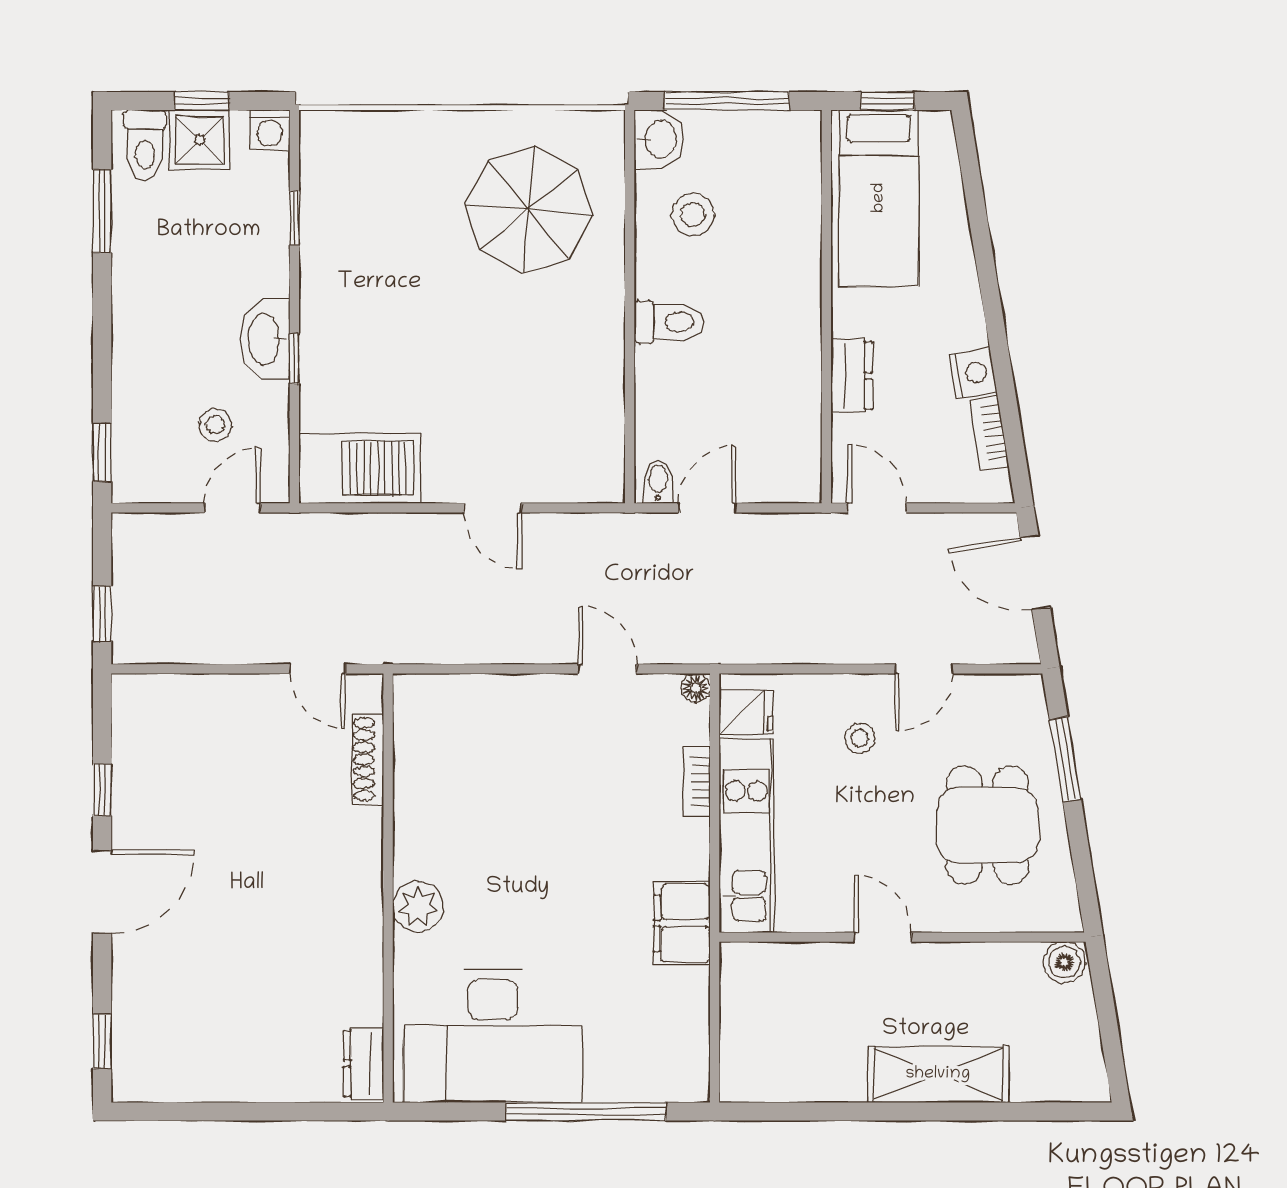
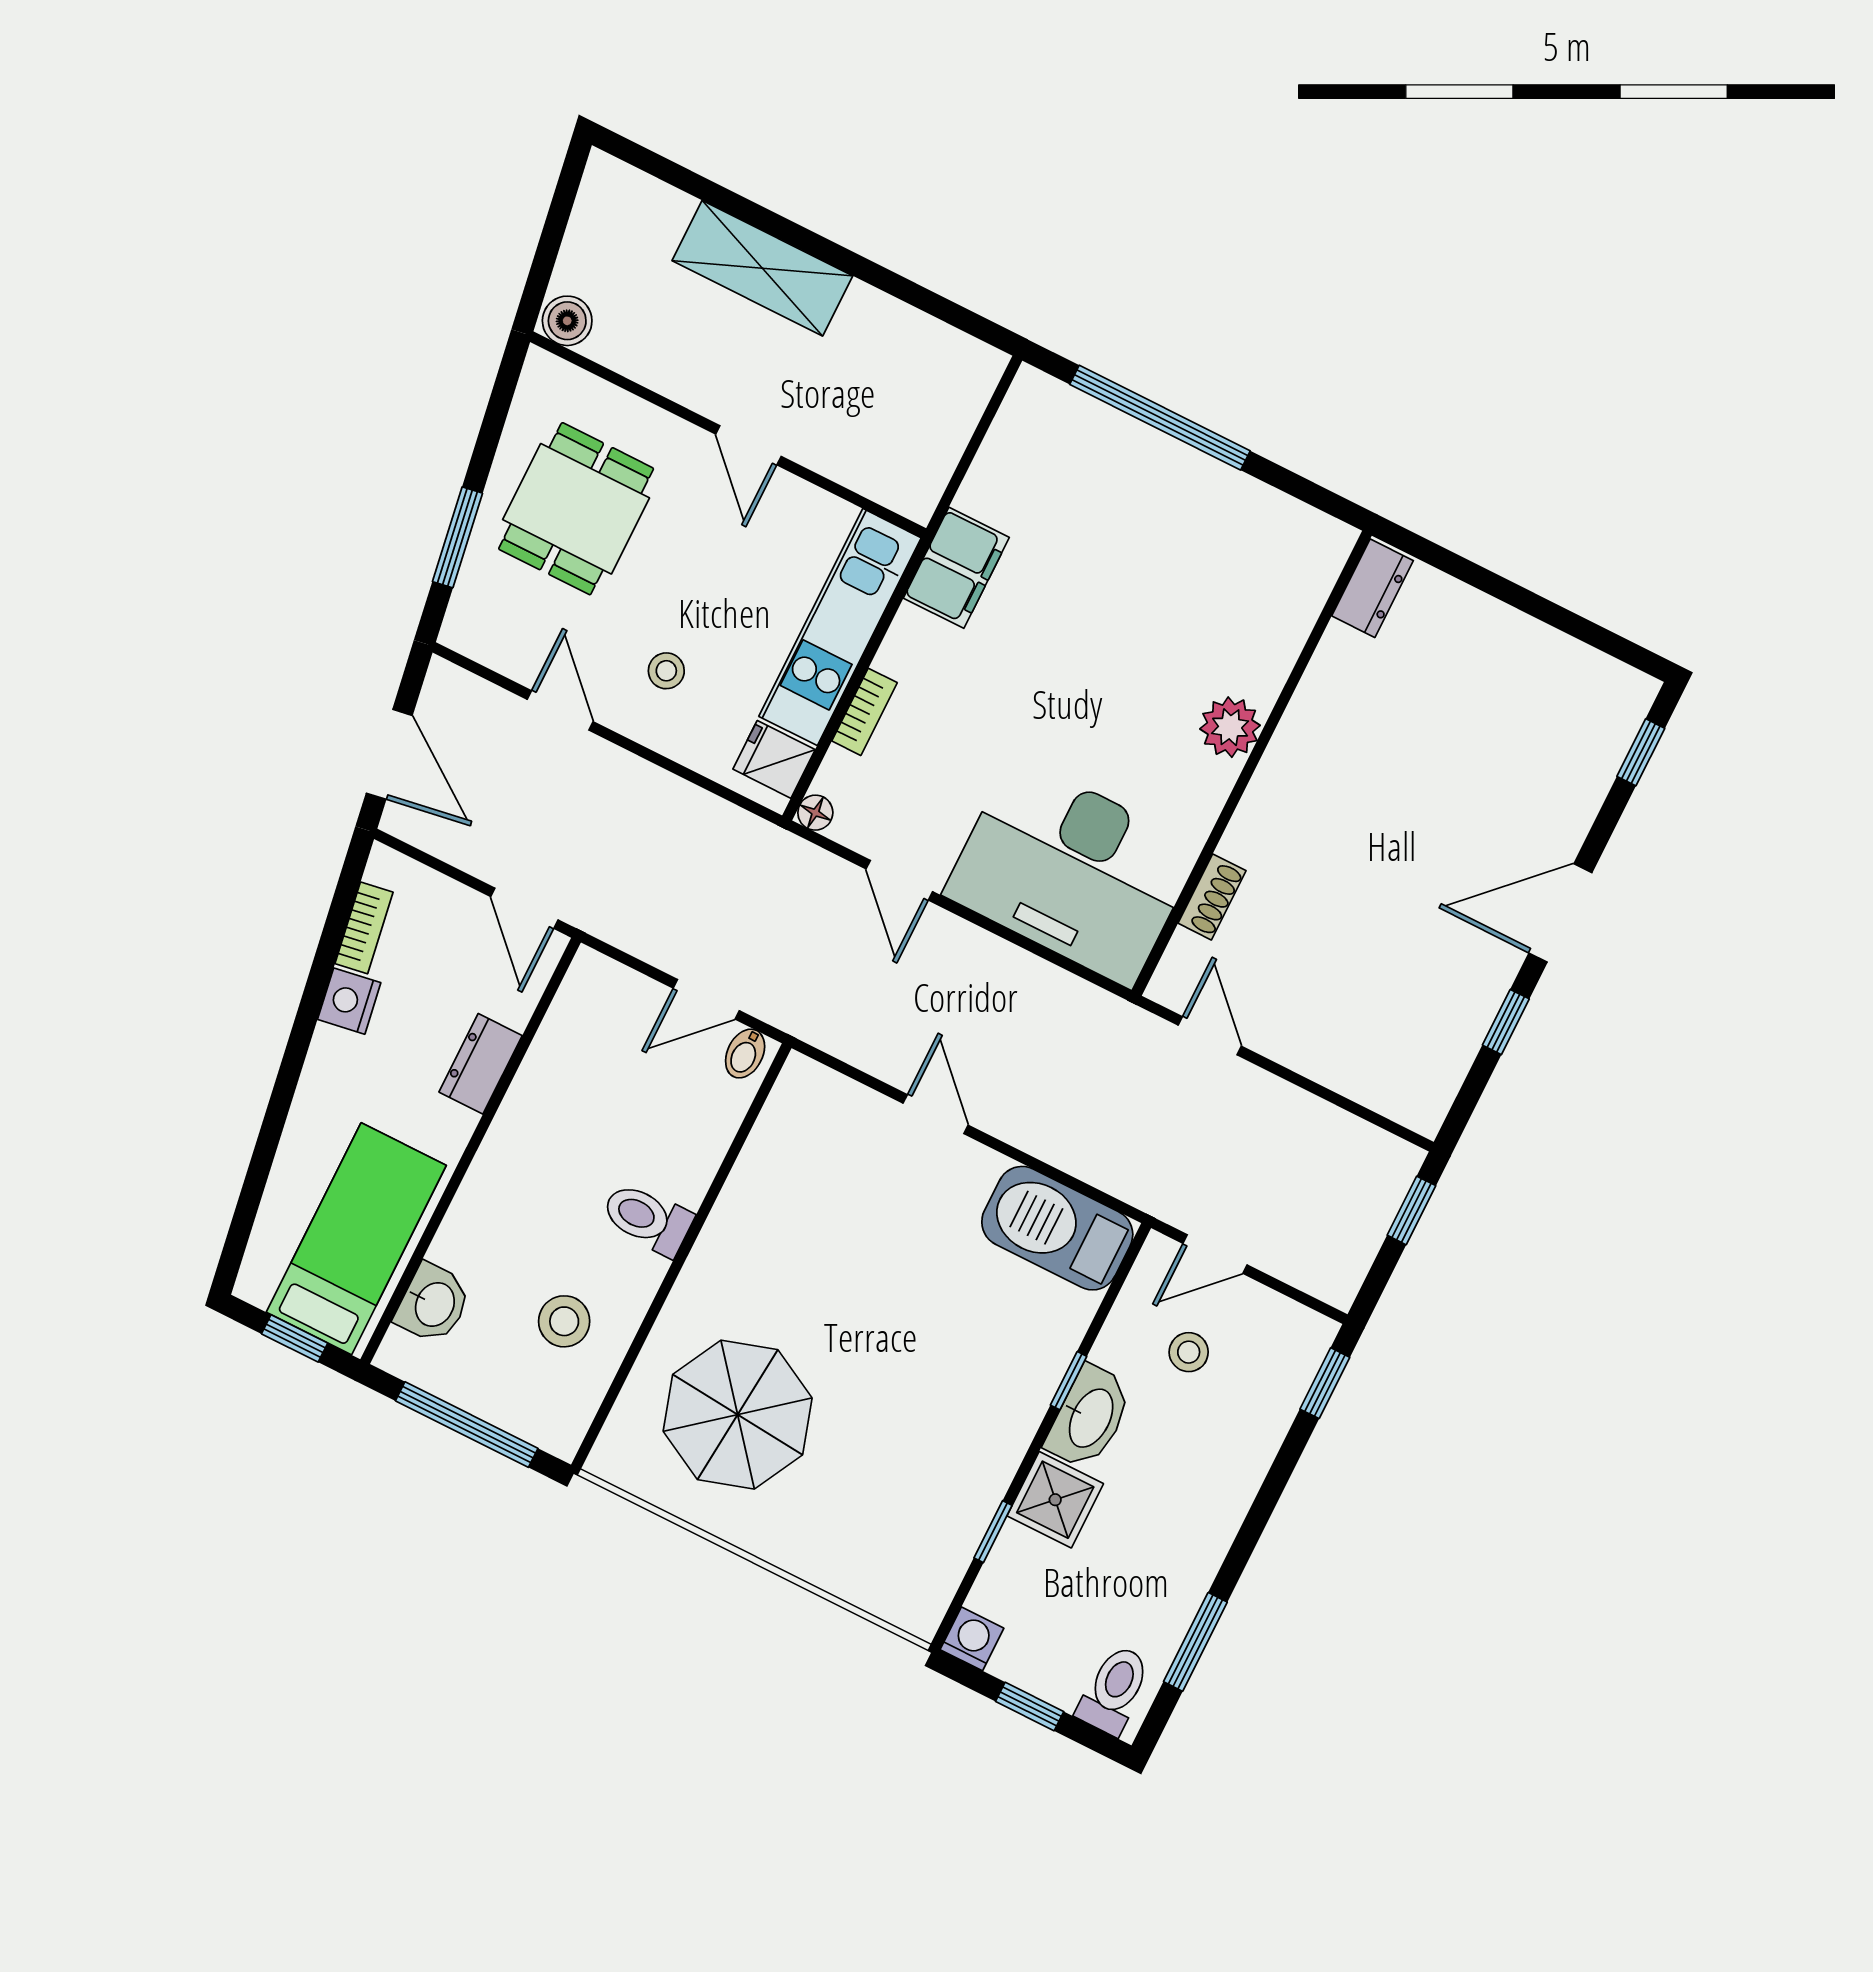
washbasin: (659, 139) -> (433, 1304), moved, turned 180
shower: (200, 140) -> (1055, 1500), moved
door: (924, 669) -> (560, 710), hinge flipped
shoe rack: (368, 759) -> (1212, 897), width x0.70
desk: (493, 1036) -> (1072, 871), moved, turned 180

